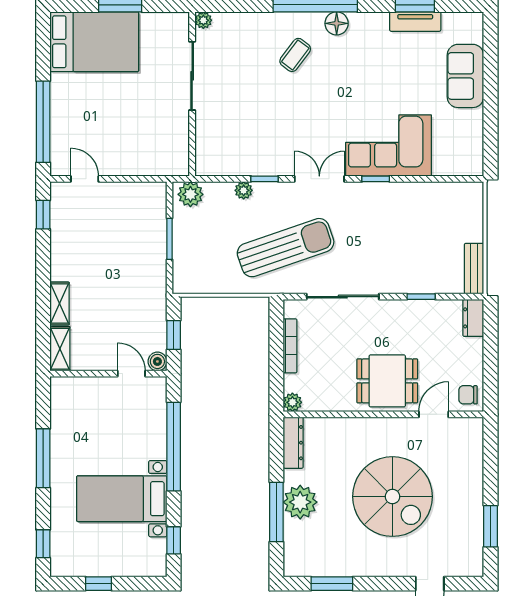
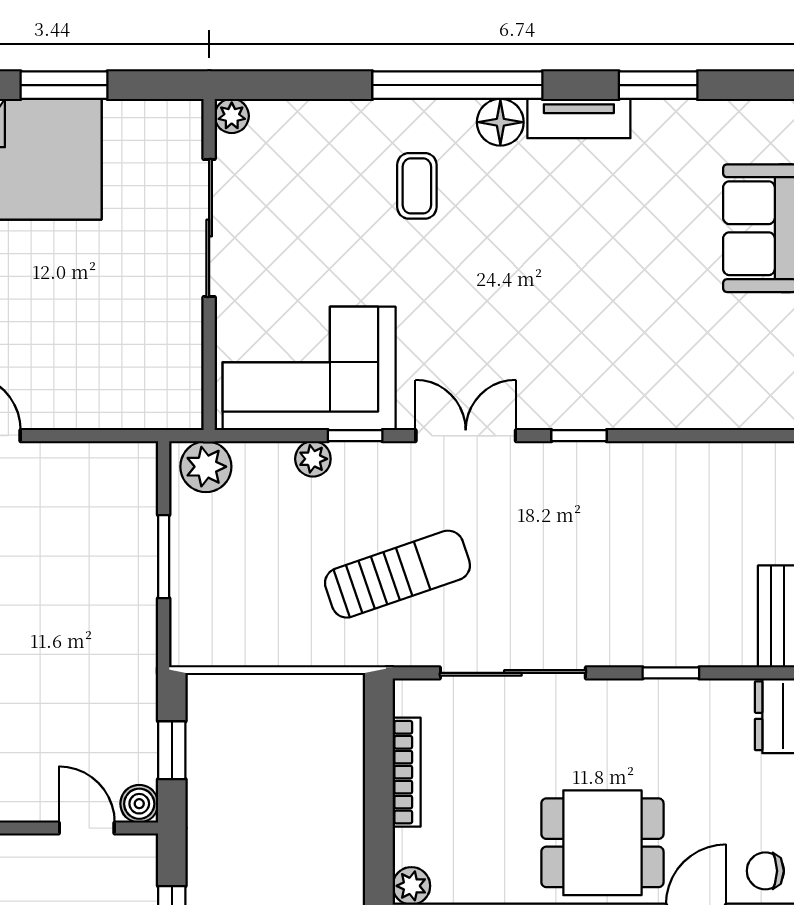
tv unit: (415, 22) -> (579, 119), moved
coffee table: (295, 55) -> (417, 186), turned -37
corner sofa: (388, 146) -> (309, 368), moved
sun lounger: (286, 248) -> (397, 574), width x0.73, depth x0.75

